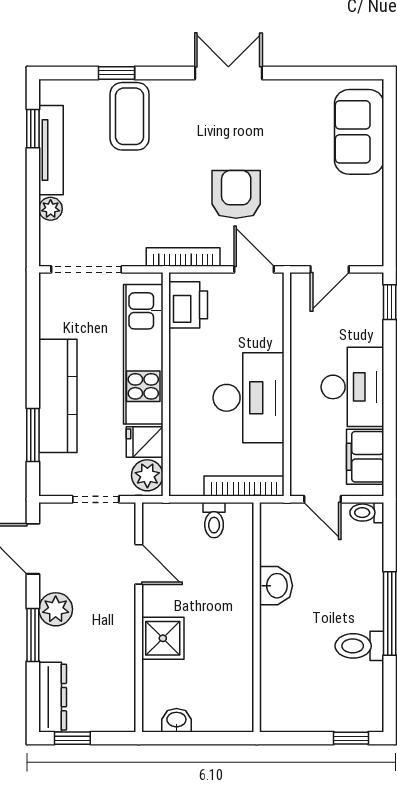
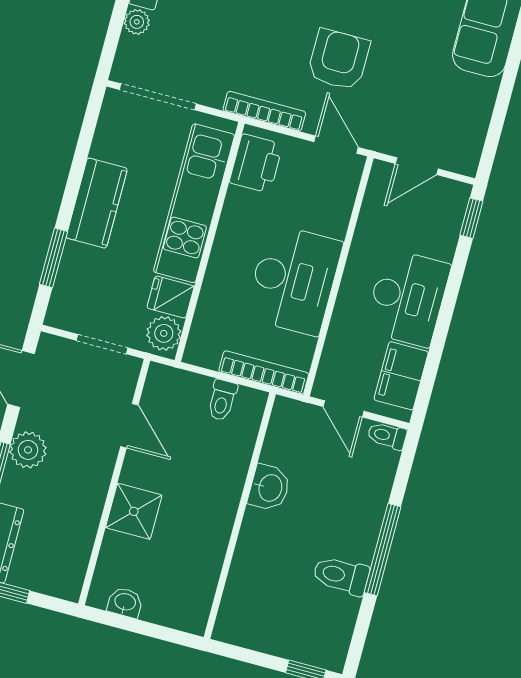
kitchen counter: (58, 396) -> (97, 203), width x0.67

